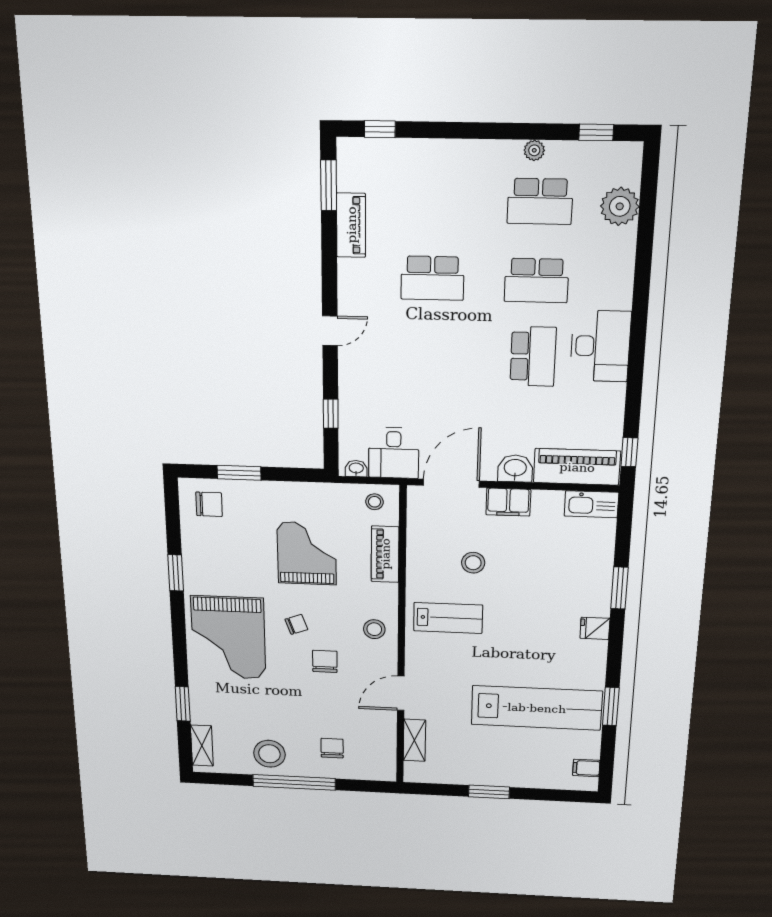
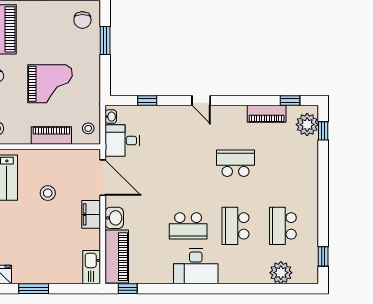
plant: (534, 150) -> (307, 125), moved, width x1.87, depth x1.87
window: (329, 185) -> (290, 100), width x0.67
school desk: (432, 278) -> (235, 163), turned 90

